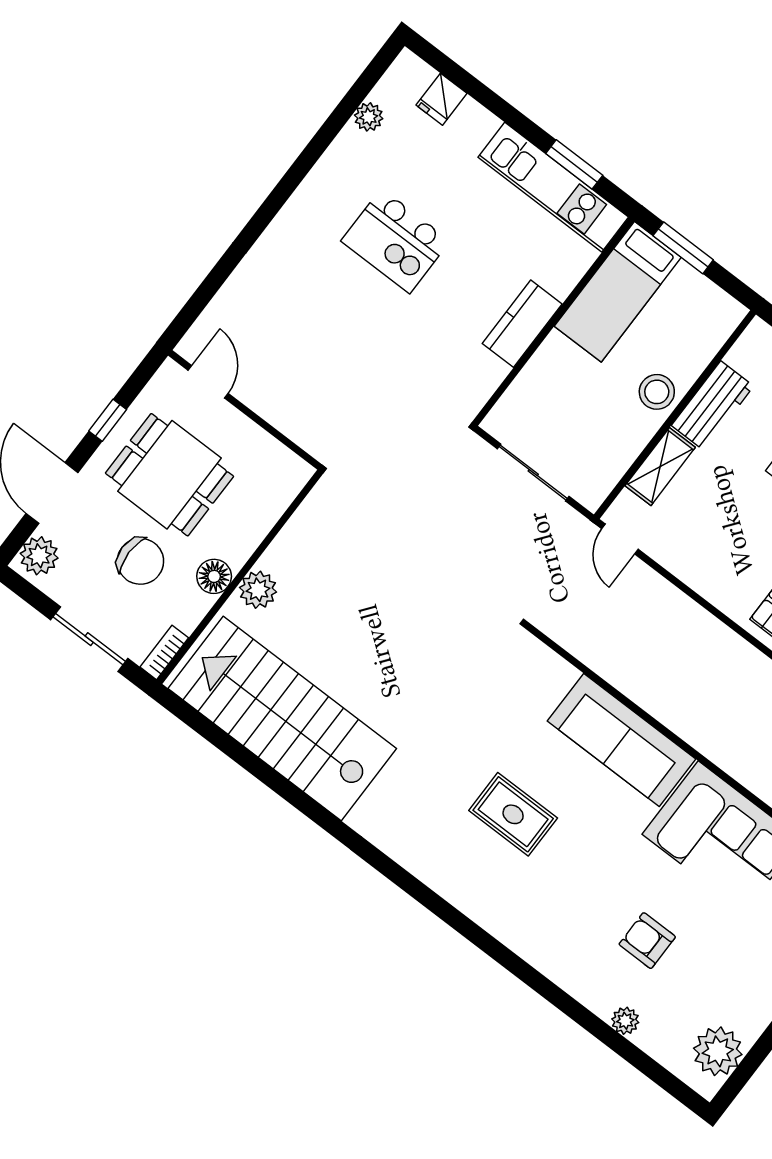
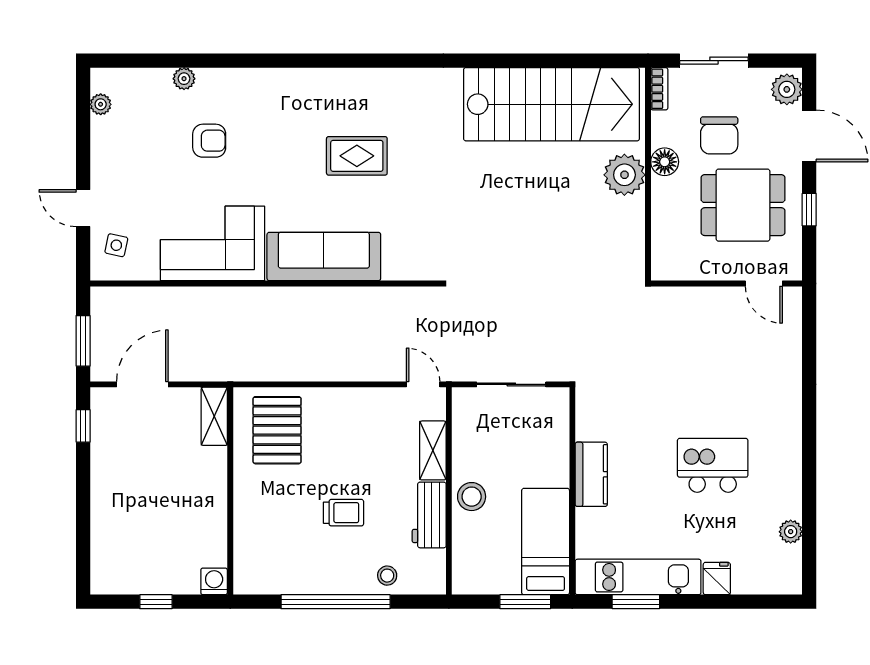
fridge: (442, 99) -> (717, 579), moved
chair: (140, 561) -> (719, 135), turned -90
plant: (258, 590) -> (624, 175), width x1.36, depth x1.36
plant: (718, 1051) -> (101, 104), width x0.53, depth x0.53

